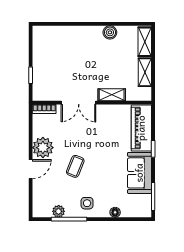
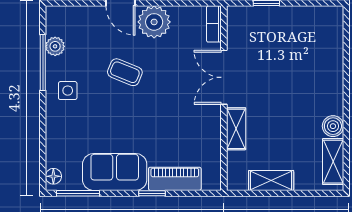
shelving: (145, 42) -> (333, 162), moved, turned 90
piano: (141, 128) -> (175, 179), width x0.73, depth x0.75
floor lamp: (115, 212) -> (53, 176), moved

